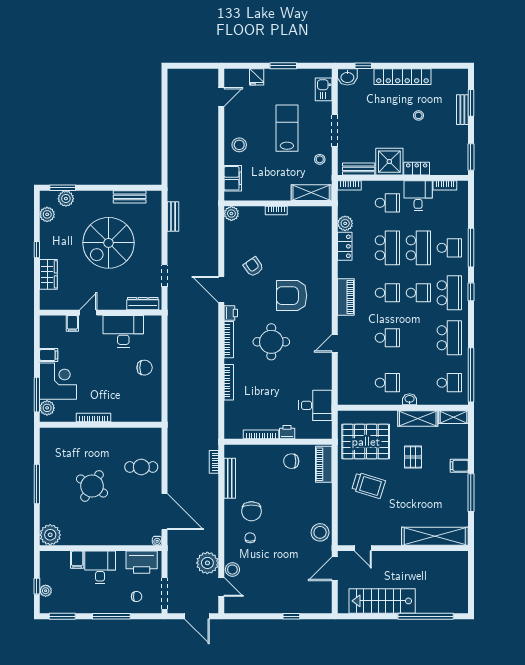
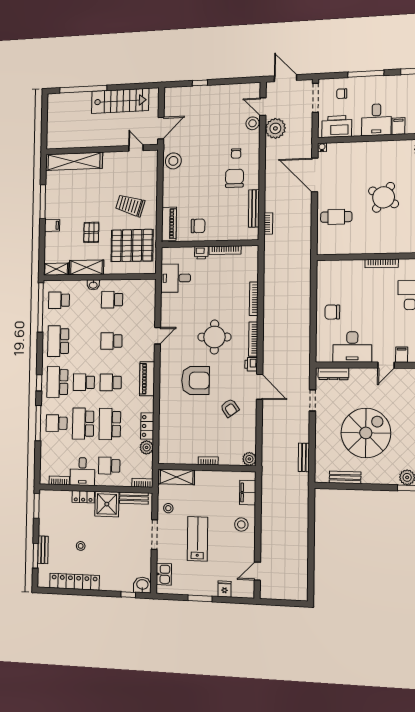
locker: (402, 77) -> (74, 582), moved
lab bench: (287, 128) -> (197, 539), turned 180

